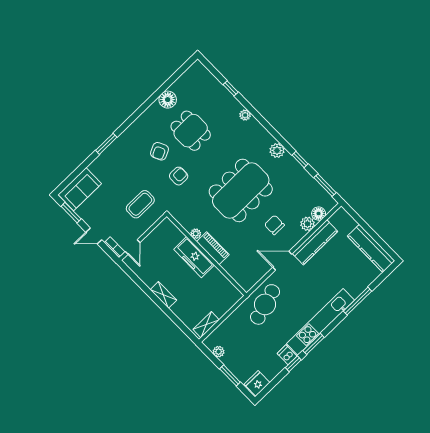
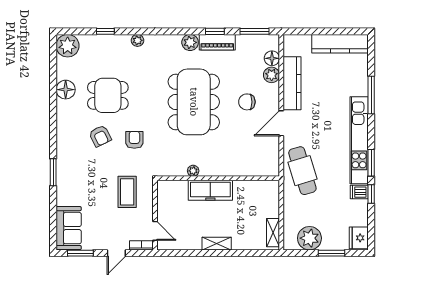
plant: (197, 73) -> (68, 46), added
piano: (213, 248) -> (217, 42), moved, turned 180
plant: (219, 352) -> (309, 238), width x1.88, depth x1.88

